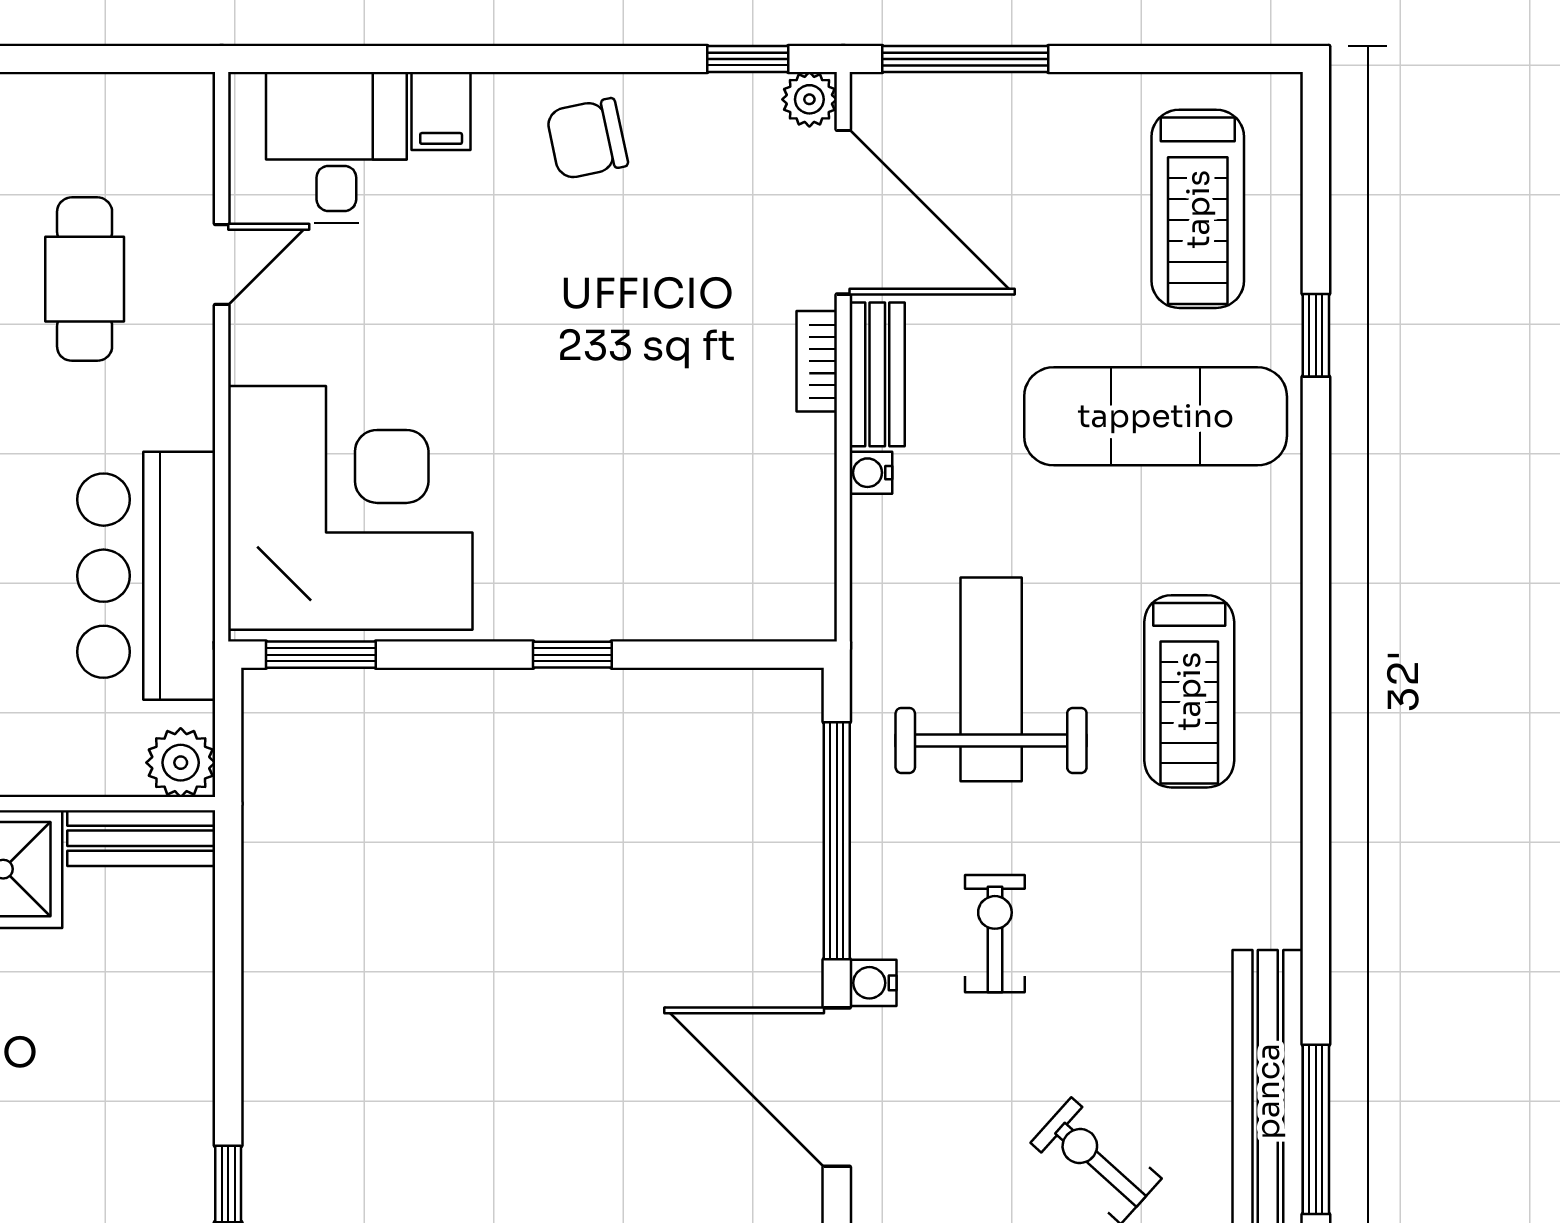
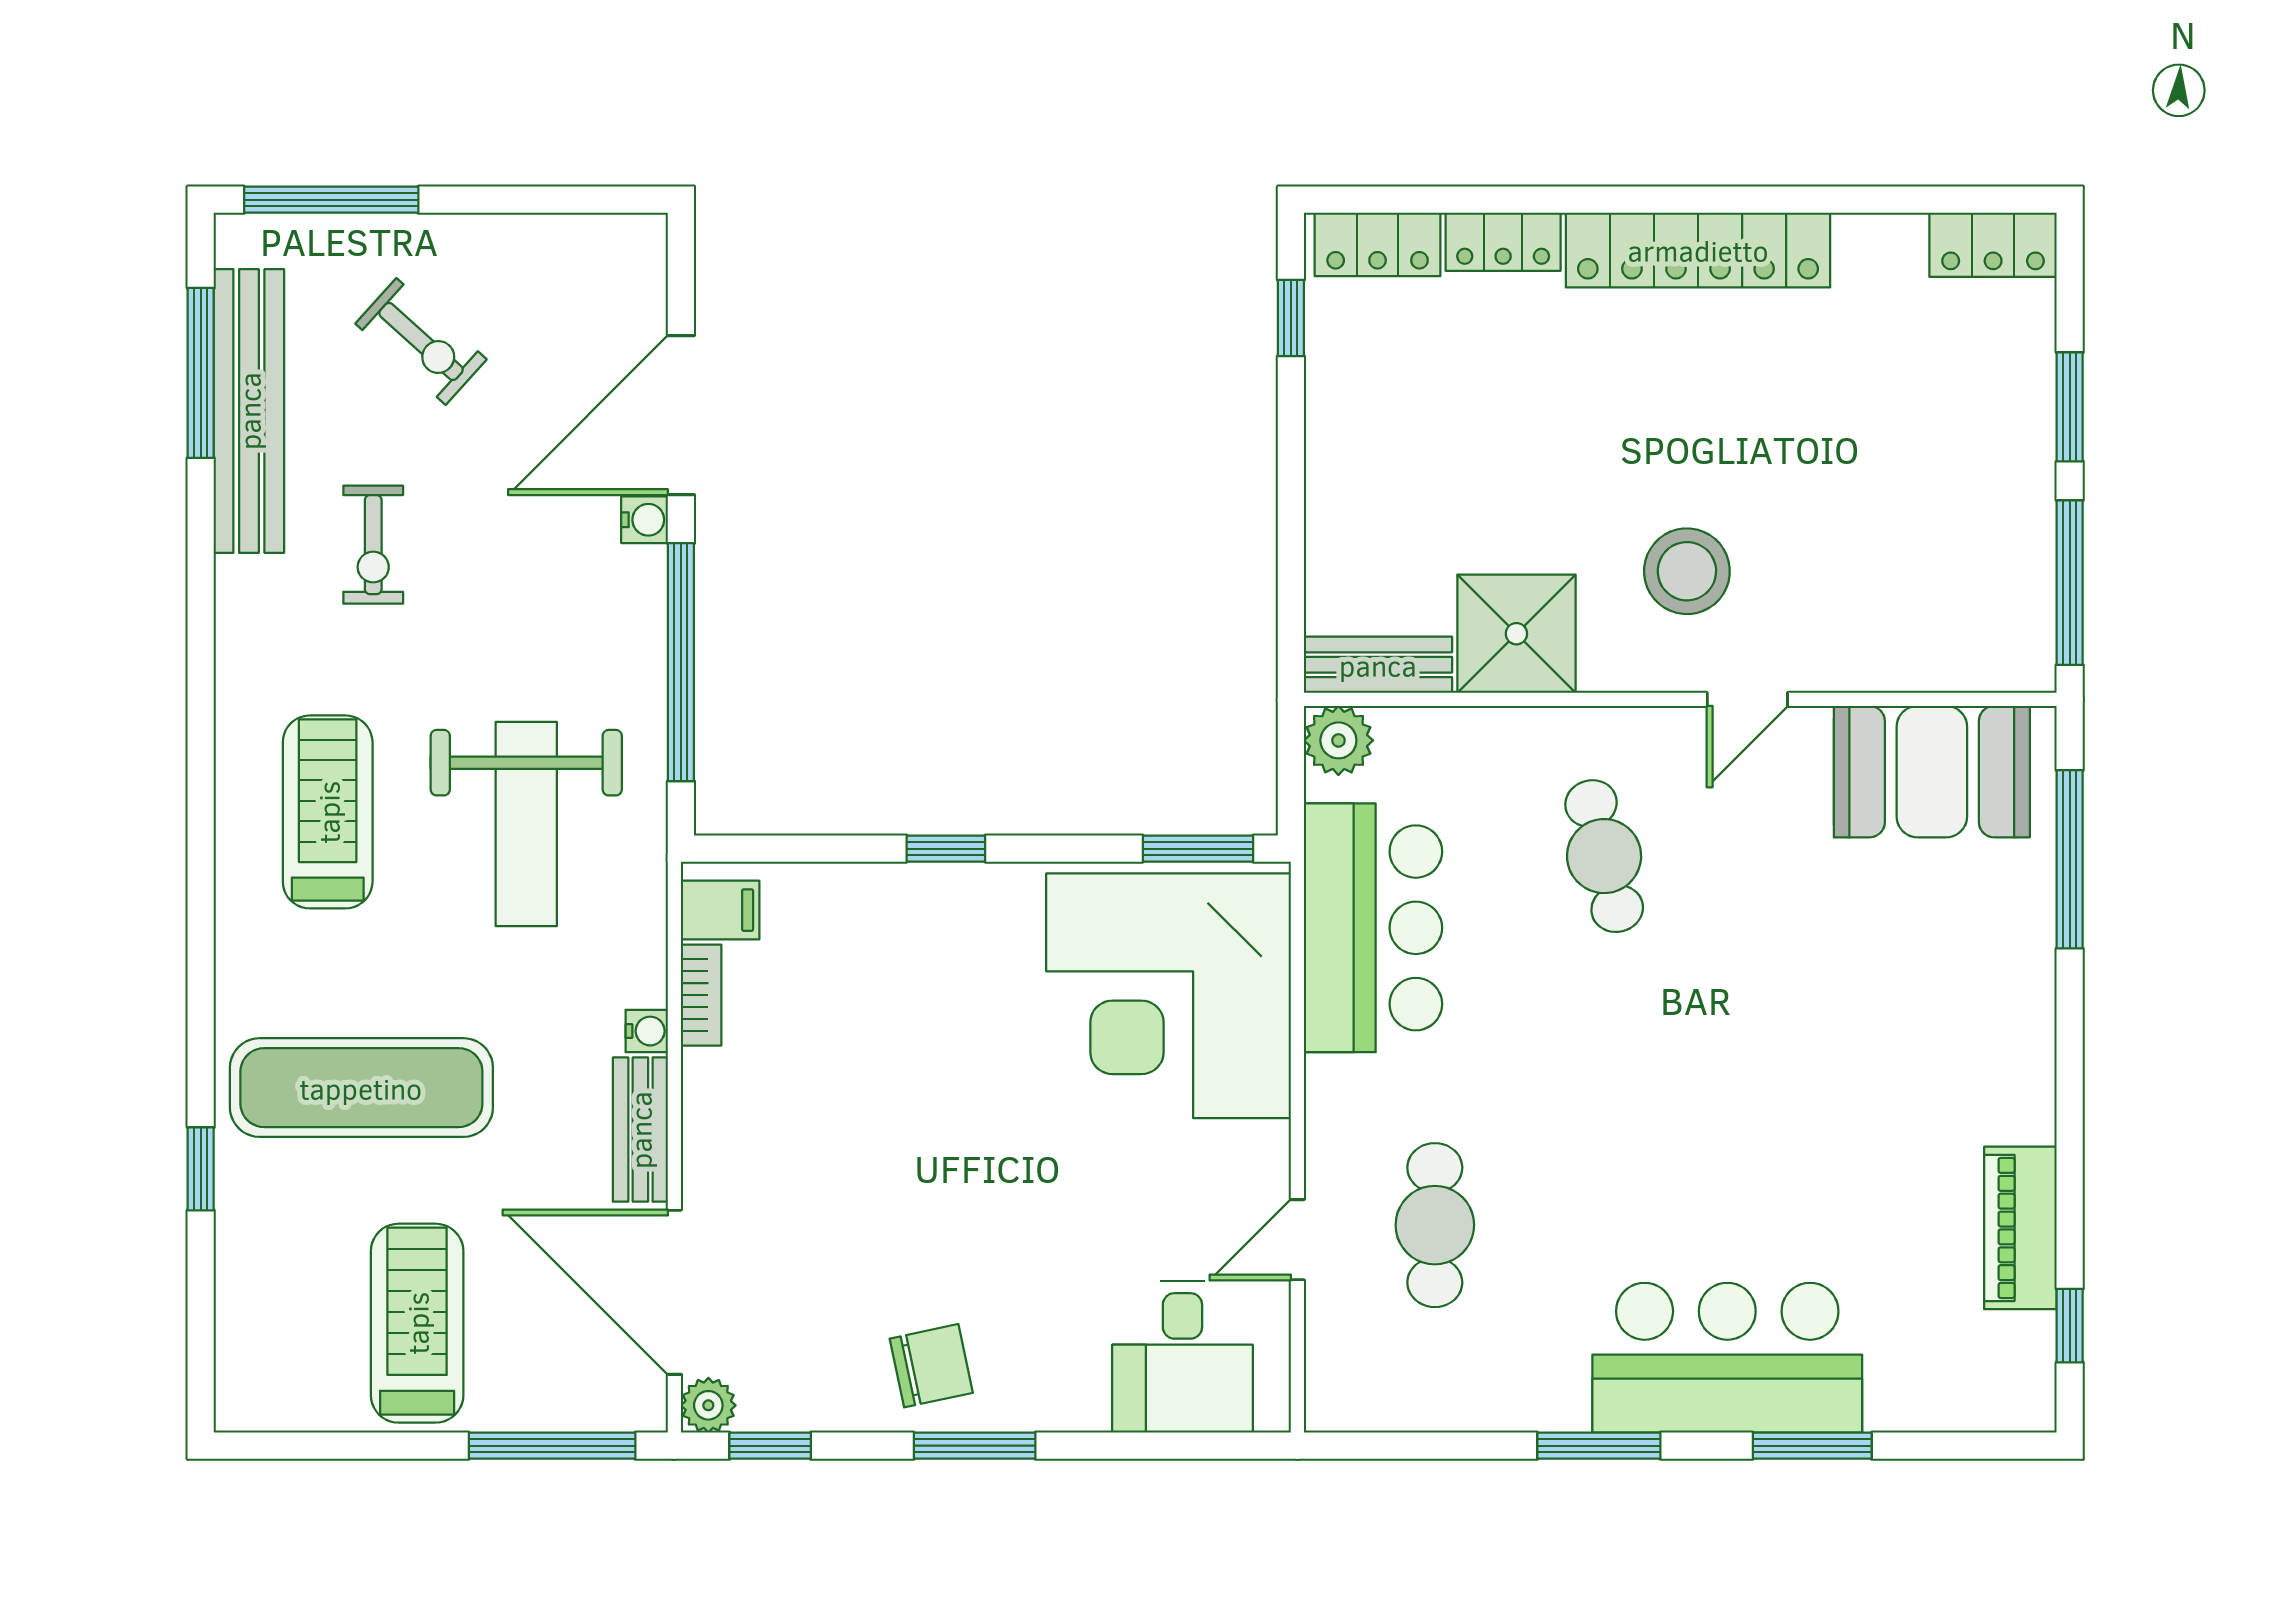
window: (544, 59) -> (975, 1446), added
filing cabinet: (441, 111) -> (720, 910), moved, turned 90
treadmill: (1198, 209) -> (417, 1323), moved
bookcase: (817, 361) -> (701, 995), moved
exercise bike: (995, 934) -> (373, 545), moved
door: (837, 1087) -> (681, 415), swing flipped

